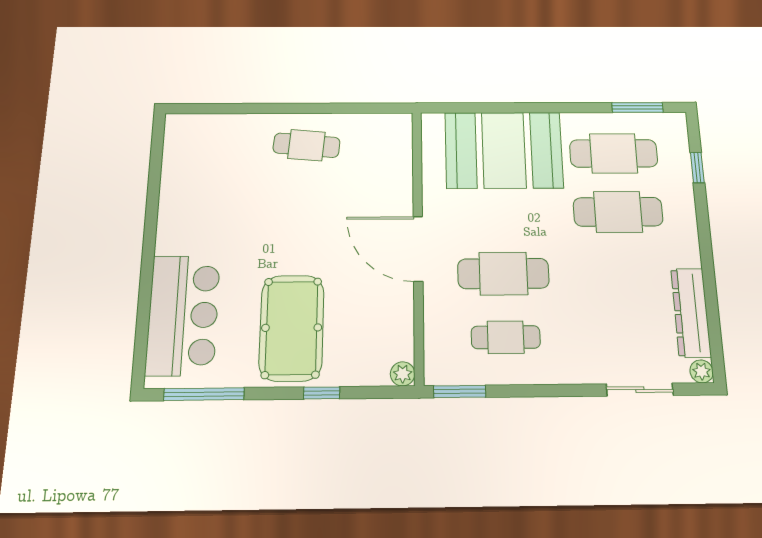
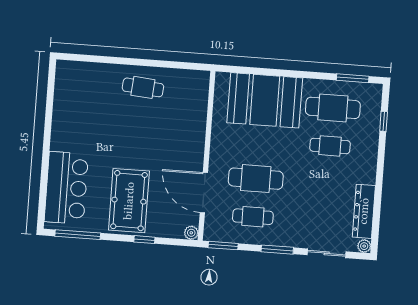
cafe table: (618, 212) -> (330, 146), width x0.73, depth x0.74
door: (418, 249) -> (204, 193), moved
window: (554, 390) -> (277, 250), added

